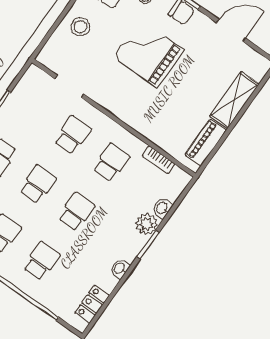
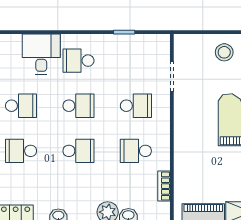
school desk: (111, 163) -> (136, 151), turned 180
school desk: (41, 261) -> (21, 151), turned 180

